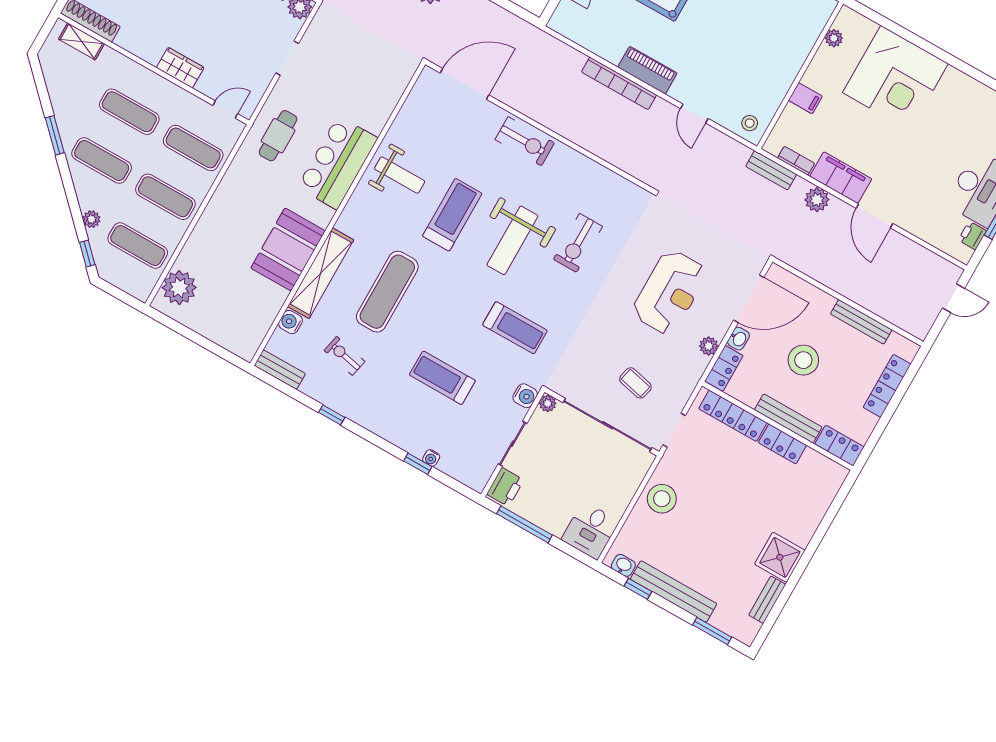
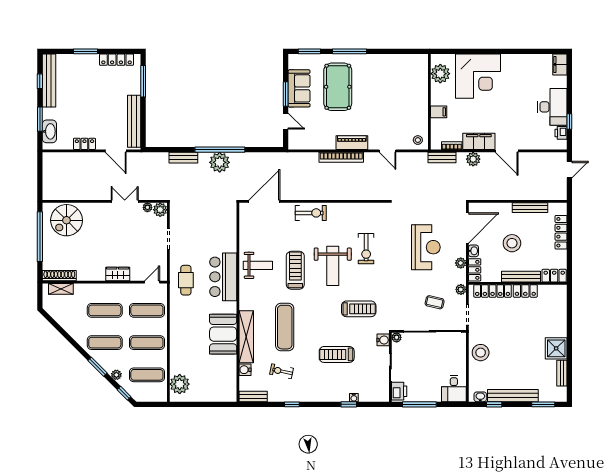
plant: (834, 38) -> (440, 74), width x1.88, depth x1.88
window: (55, 135) -> (98, 367), moved
plant: (686, 386) -> (461, 289), added

